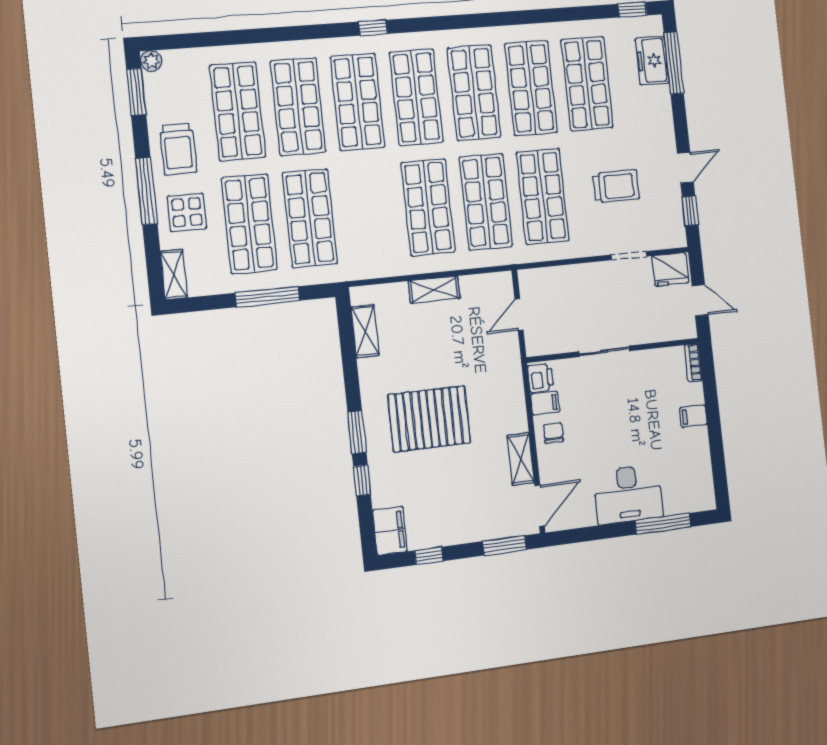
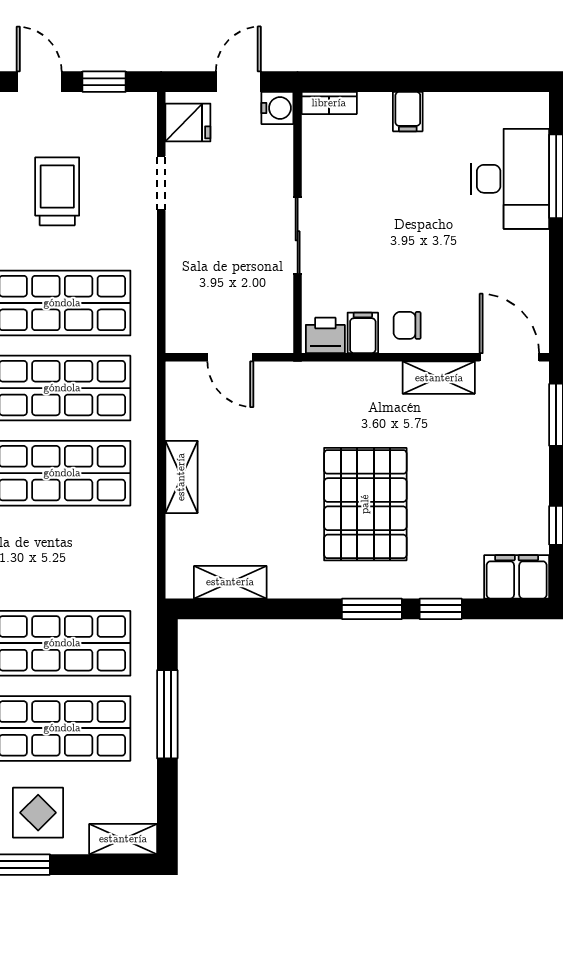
fridge: (670, 269) -> (188, 122), width x0.72
water cooler: (686, 328) -> (277, 108), added
desk: (628, 494) -> (510, 179), moved

